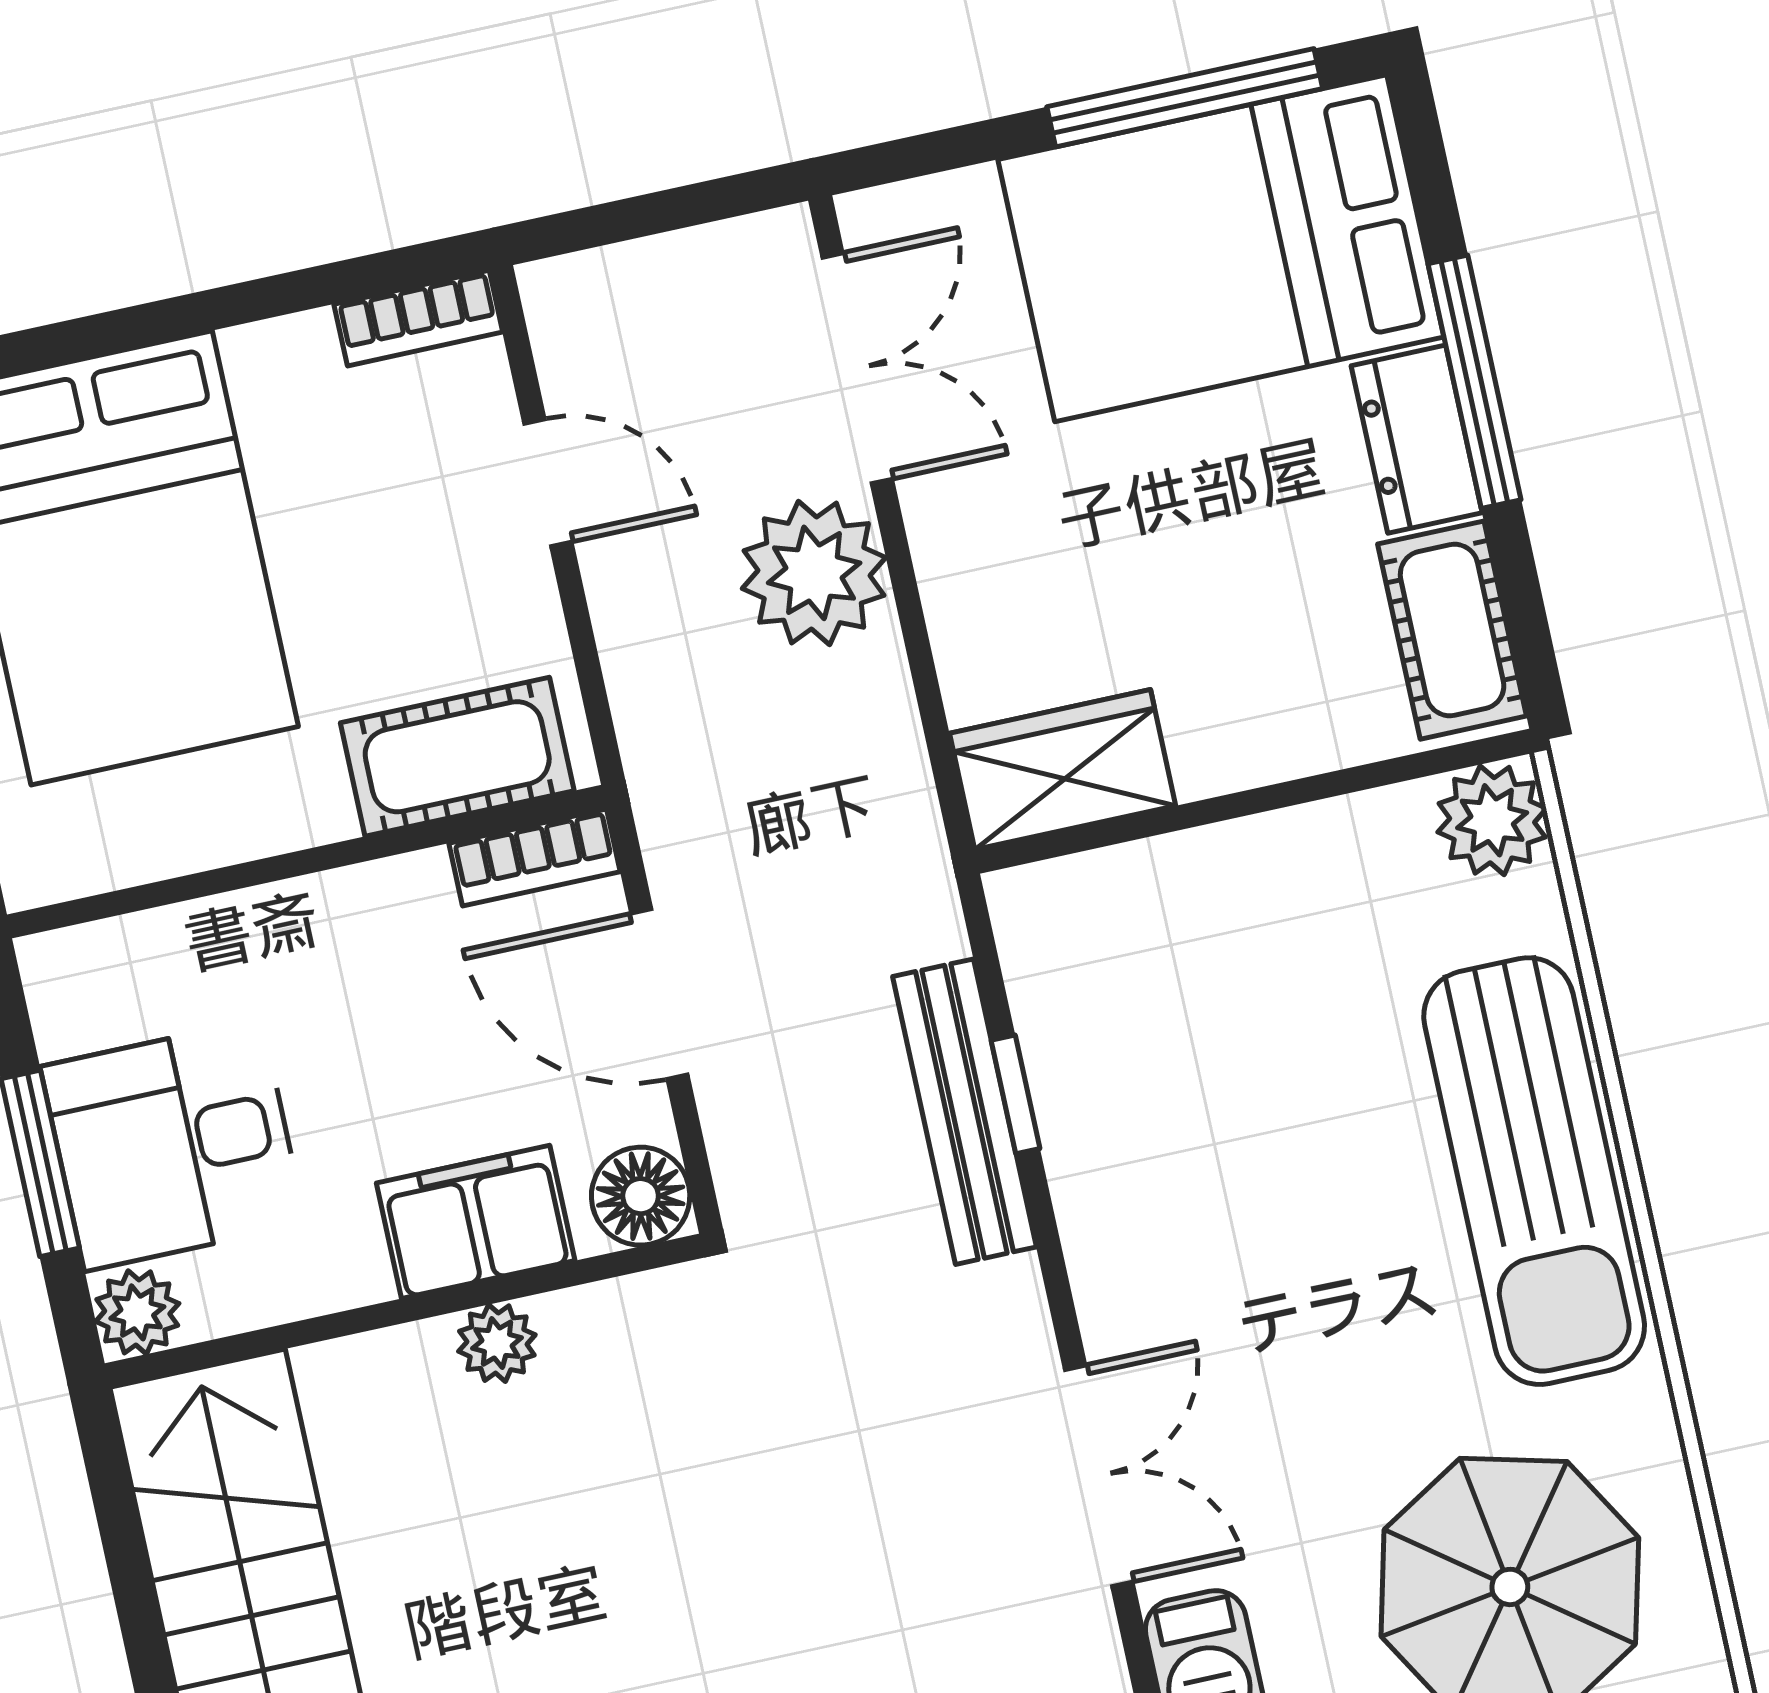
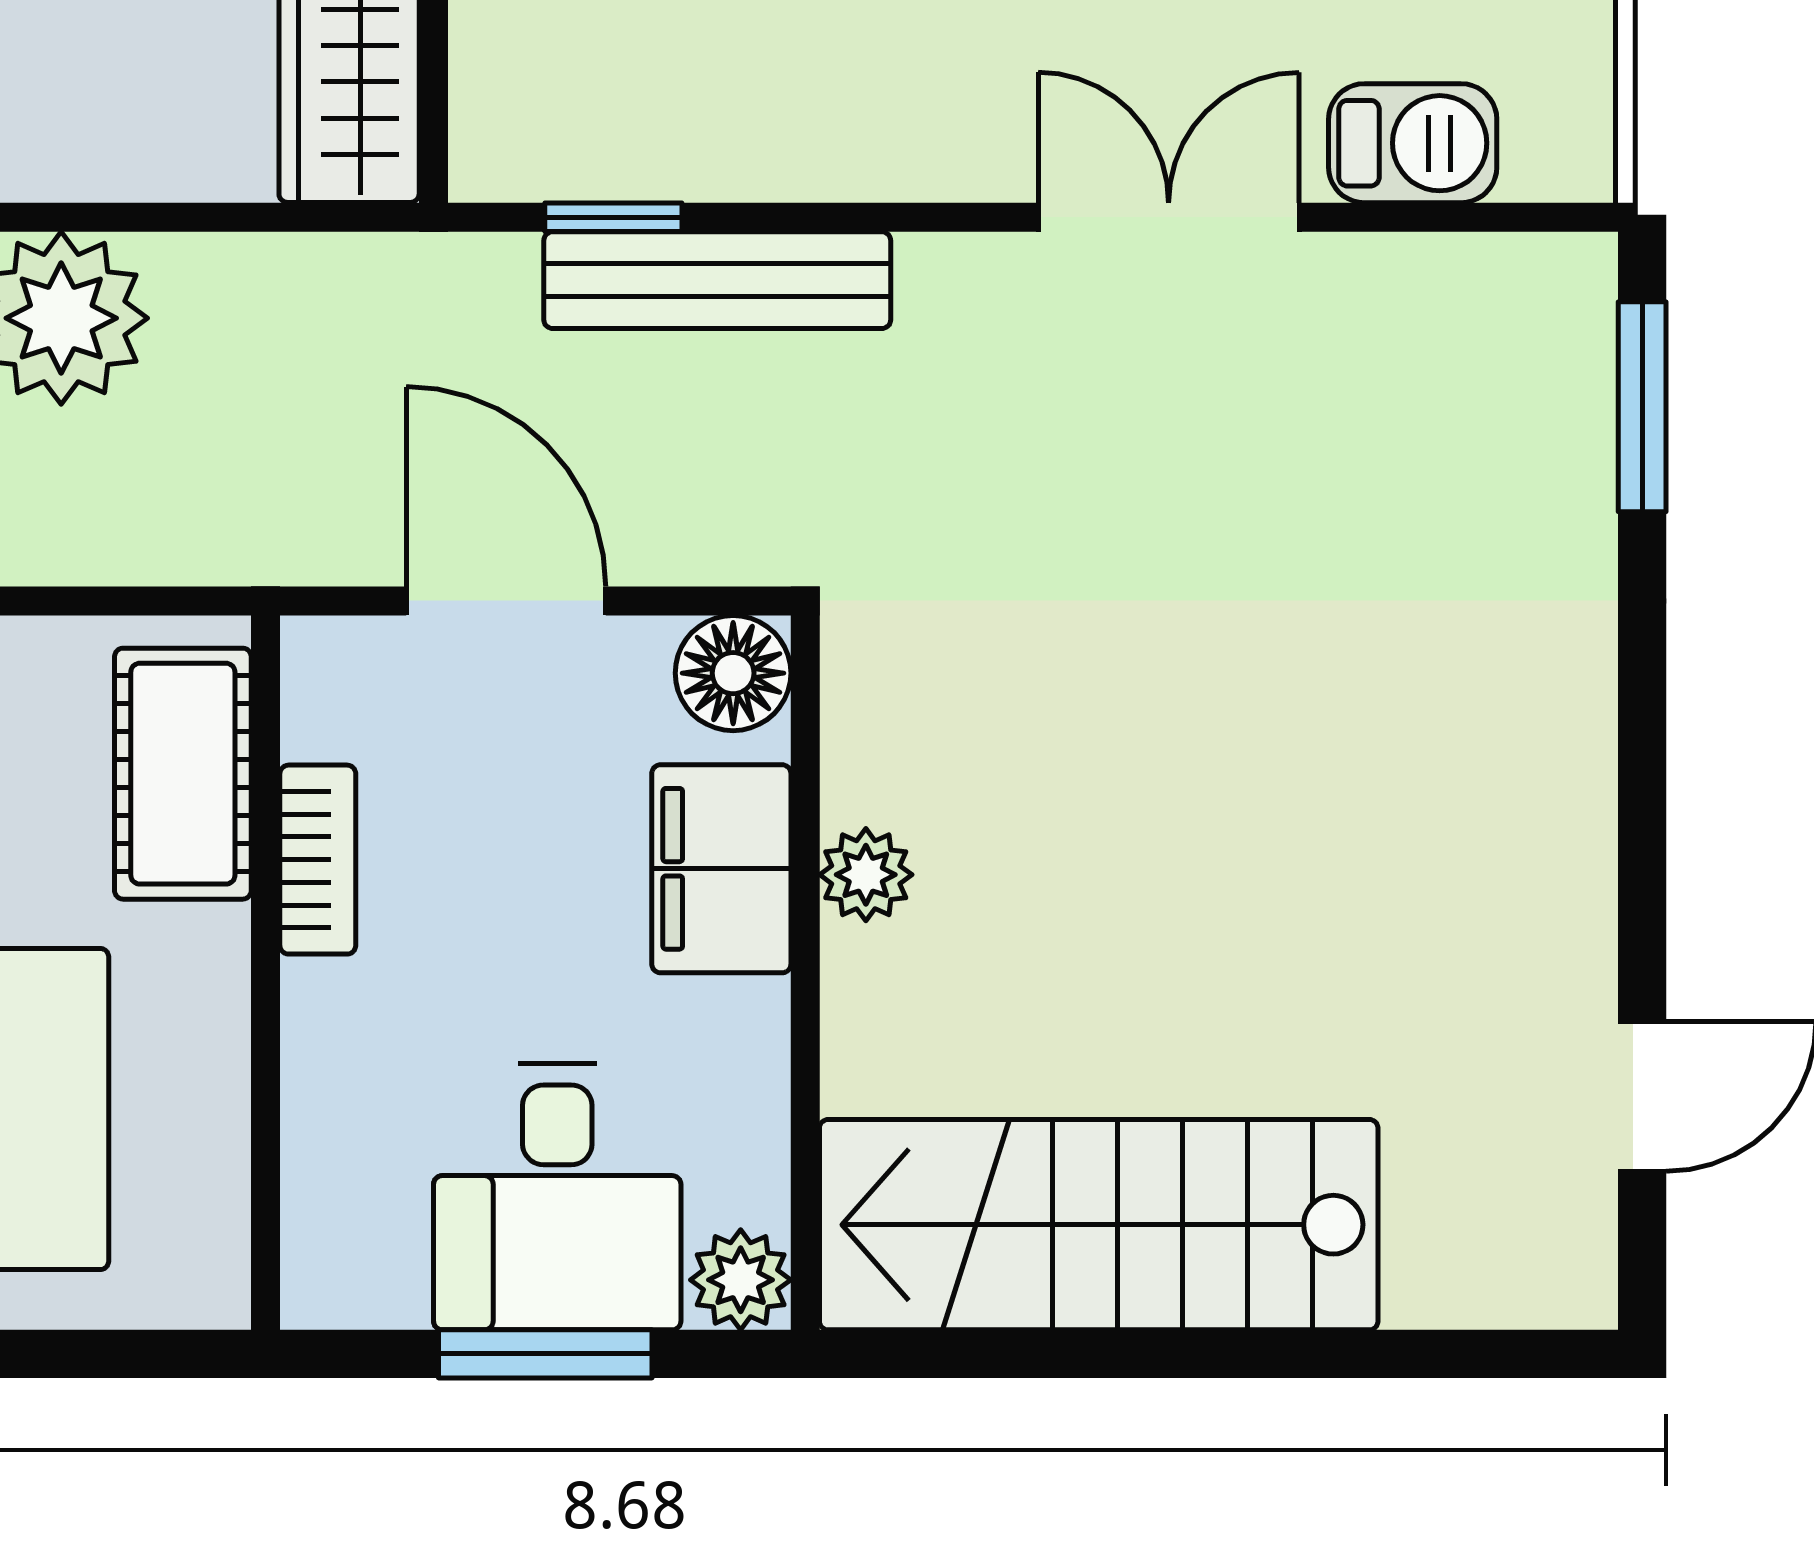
bookcase: (535, 857) -> (318, 860), moved
door: (659, 994) -> (506, 601), swing flipped
window: (1016, 1094) -> (613, 217), moved

